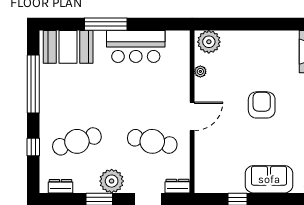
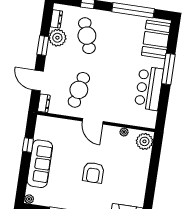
armchair: (262, 105) -> (93, 173), turned 90
sofa: (269, 179) -> (40, 164), width x1.36
plant: (112, 181) -> (57, 38), moved

